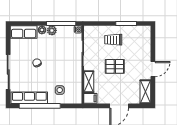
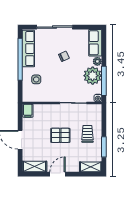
plant: (52, 30) -> (93, 76), width x1.88, depth x1.88
pallet: (115, 66) -> (60, 135), turned 90
door: (153, 69) -> (57, 174), swing flipped
shelving: (89, 82) -> (91, 167), moved

